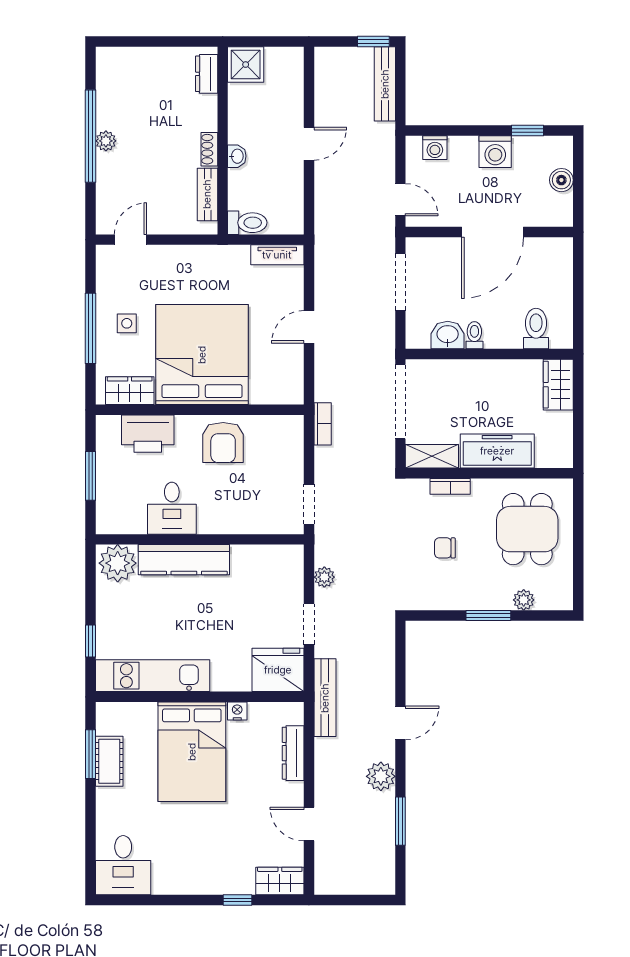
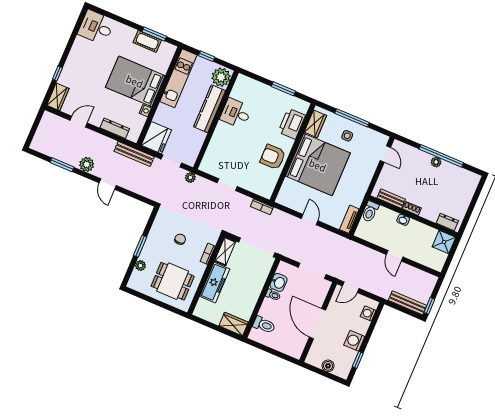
desk: (172, 508) -> (236, 113), moved
wall: (200, 539) -> (216, 120), moved
kitchen counter: (184, 560) -> (210, 109), moved
plant: (118, 563) -> (221, 77), moved

